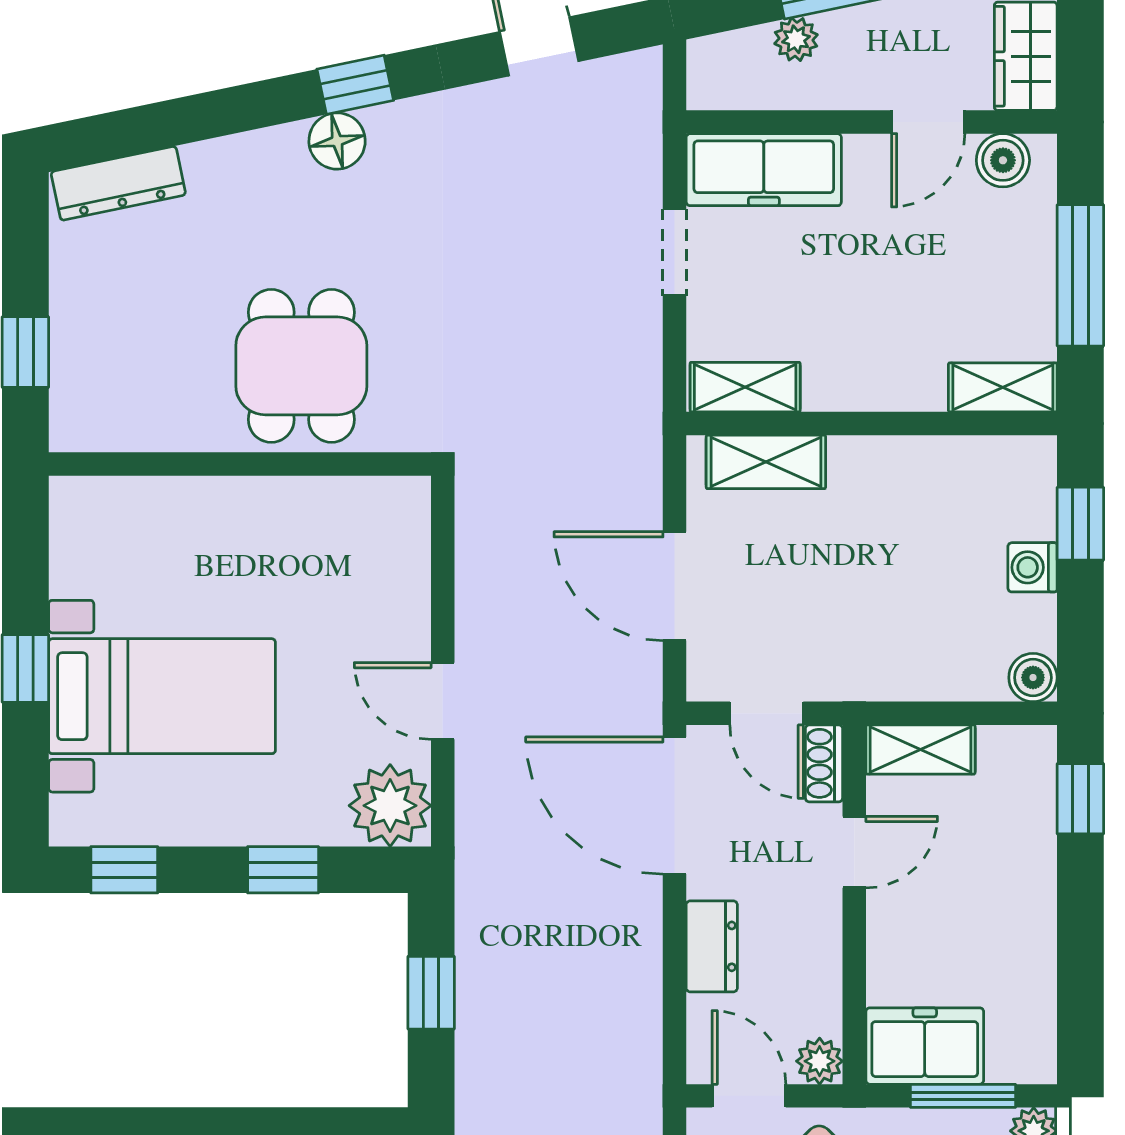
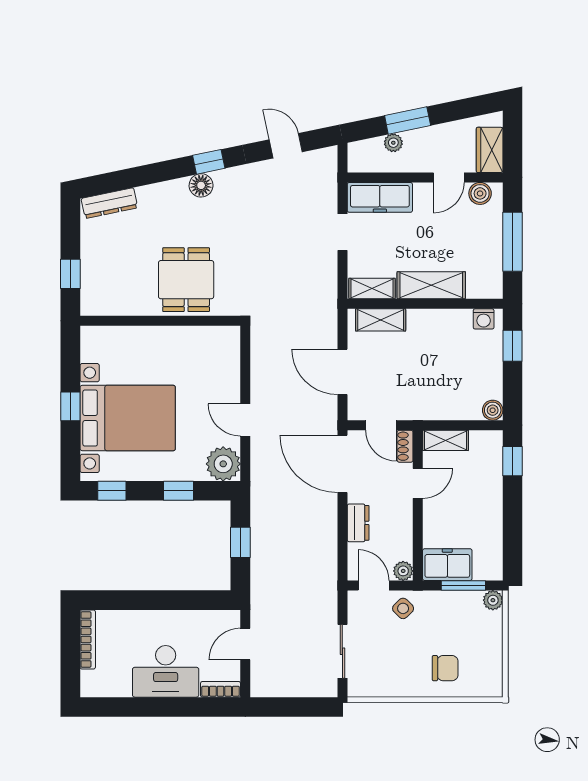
shelving: (1003, 387) -> (431, 285), moved, width x1.50, depth x1.33
washing machine: (1033, 567) -> (484, 319), moved, turned -90
bed with nightstands: (162, 696) -> (128, 418), width x1.36

